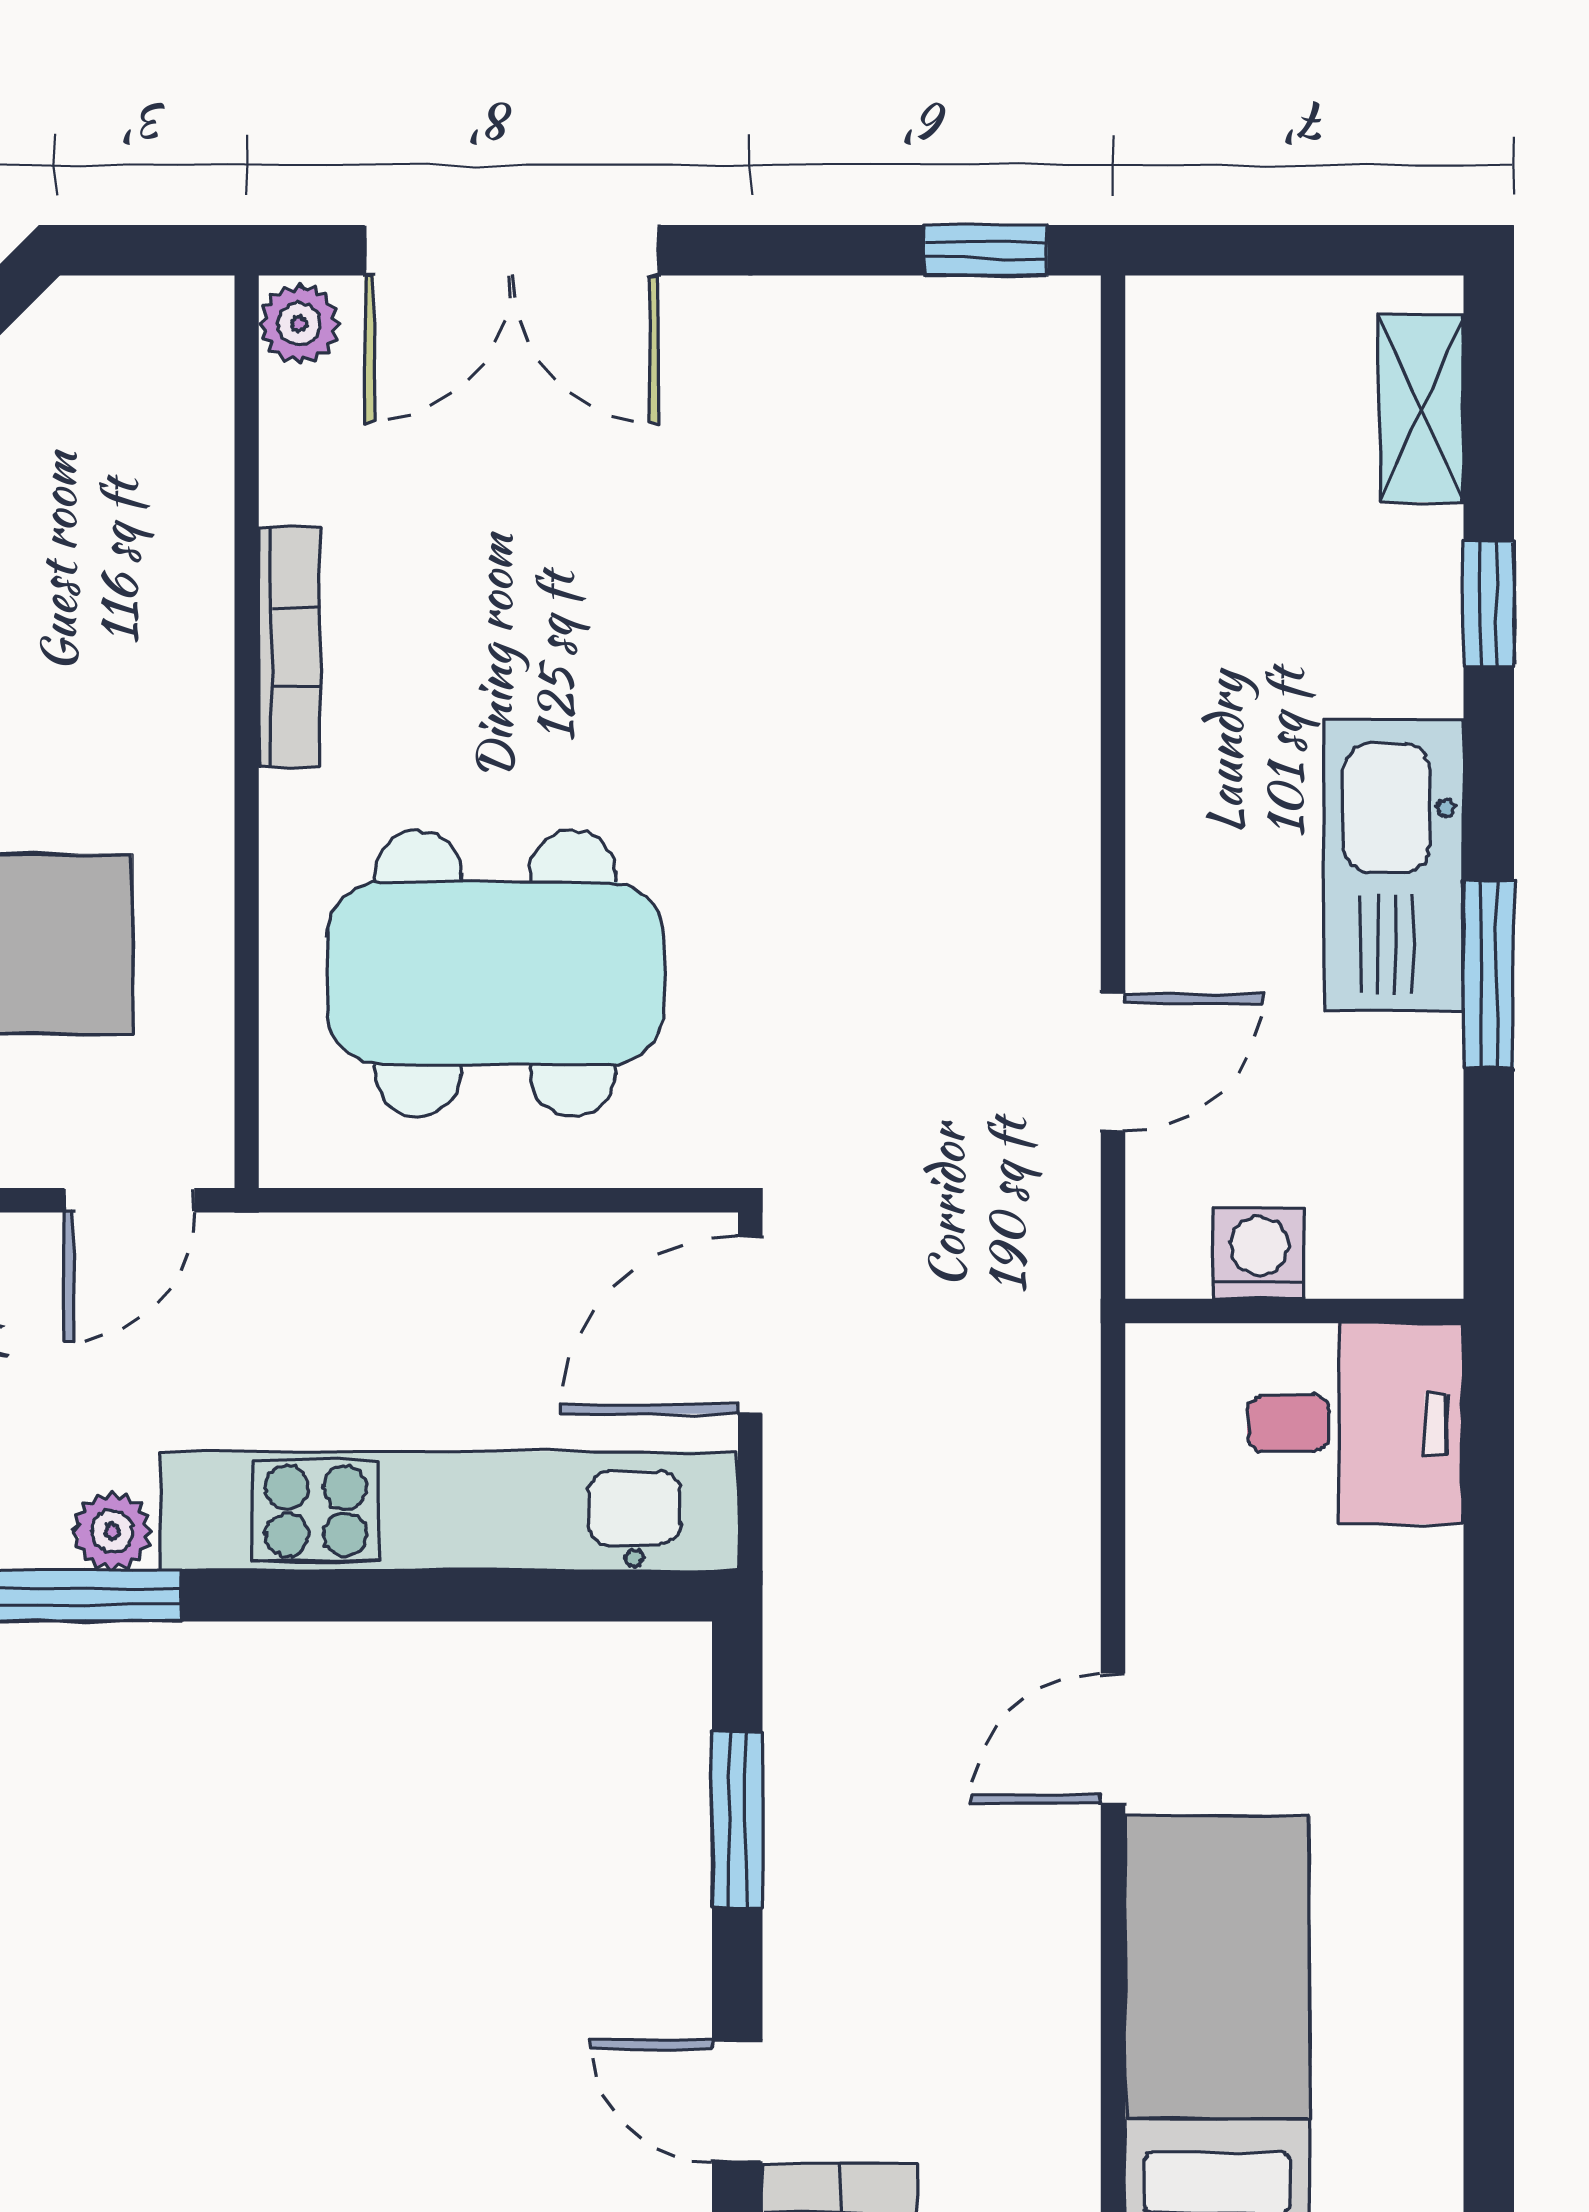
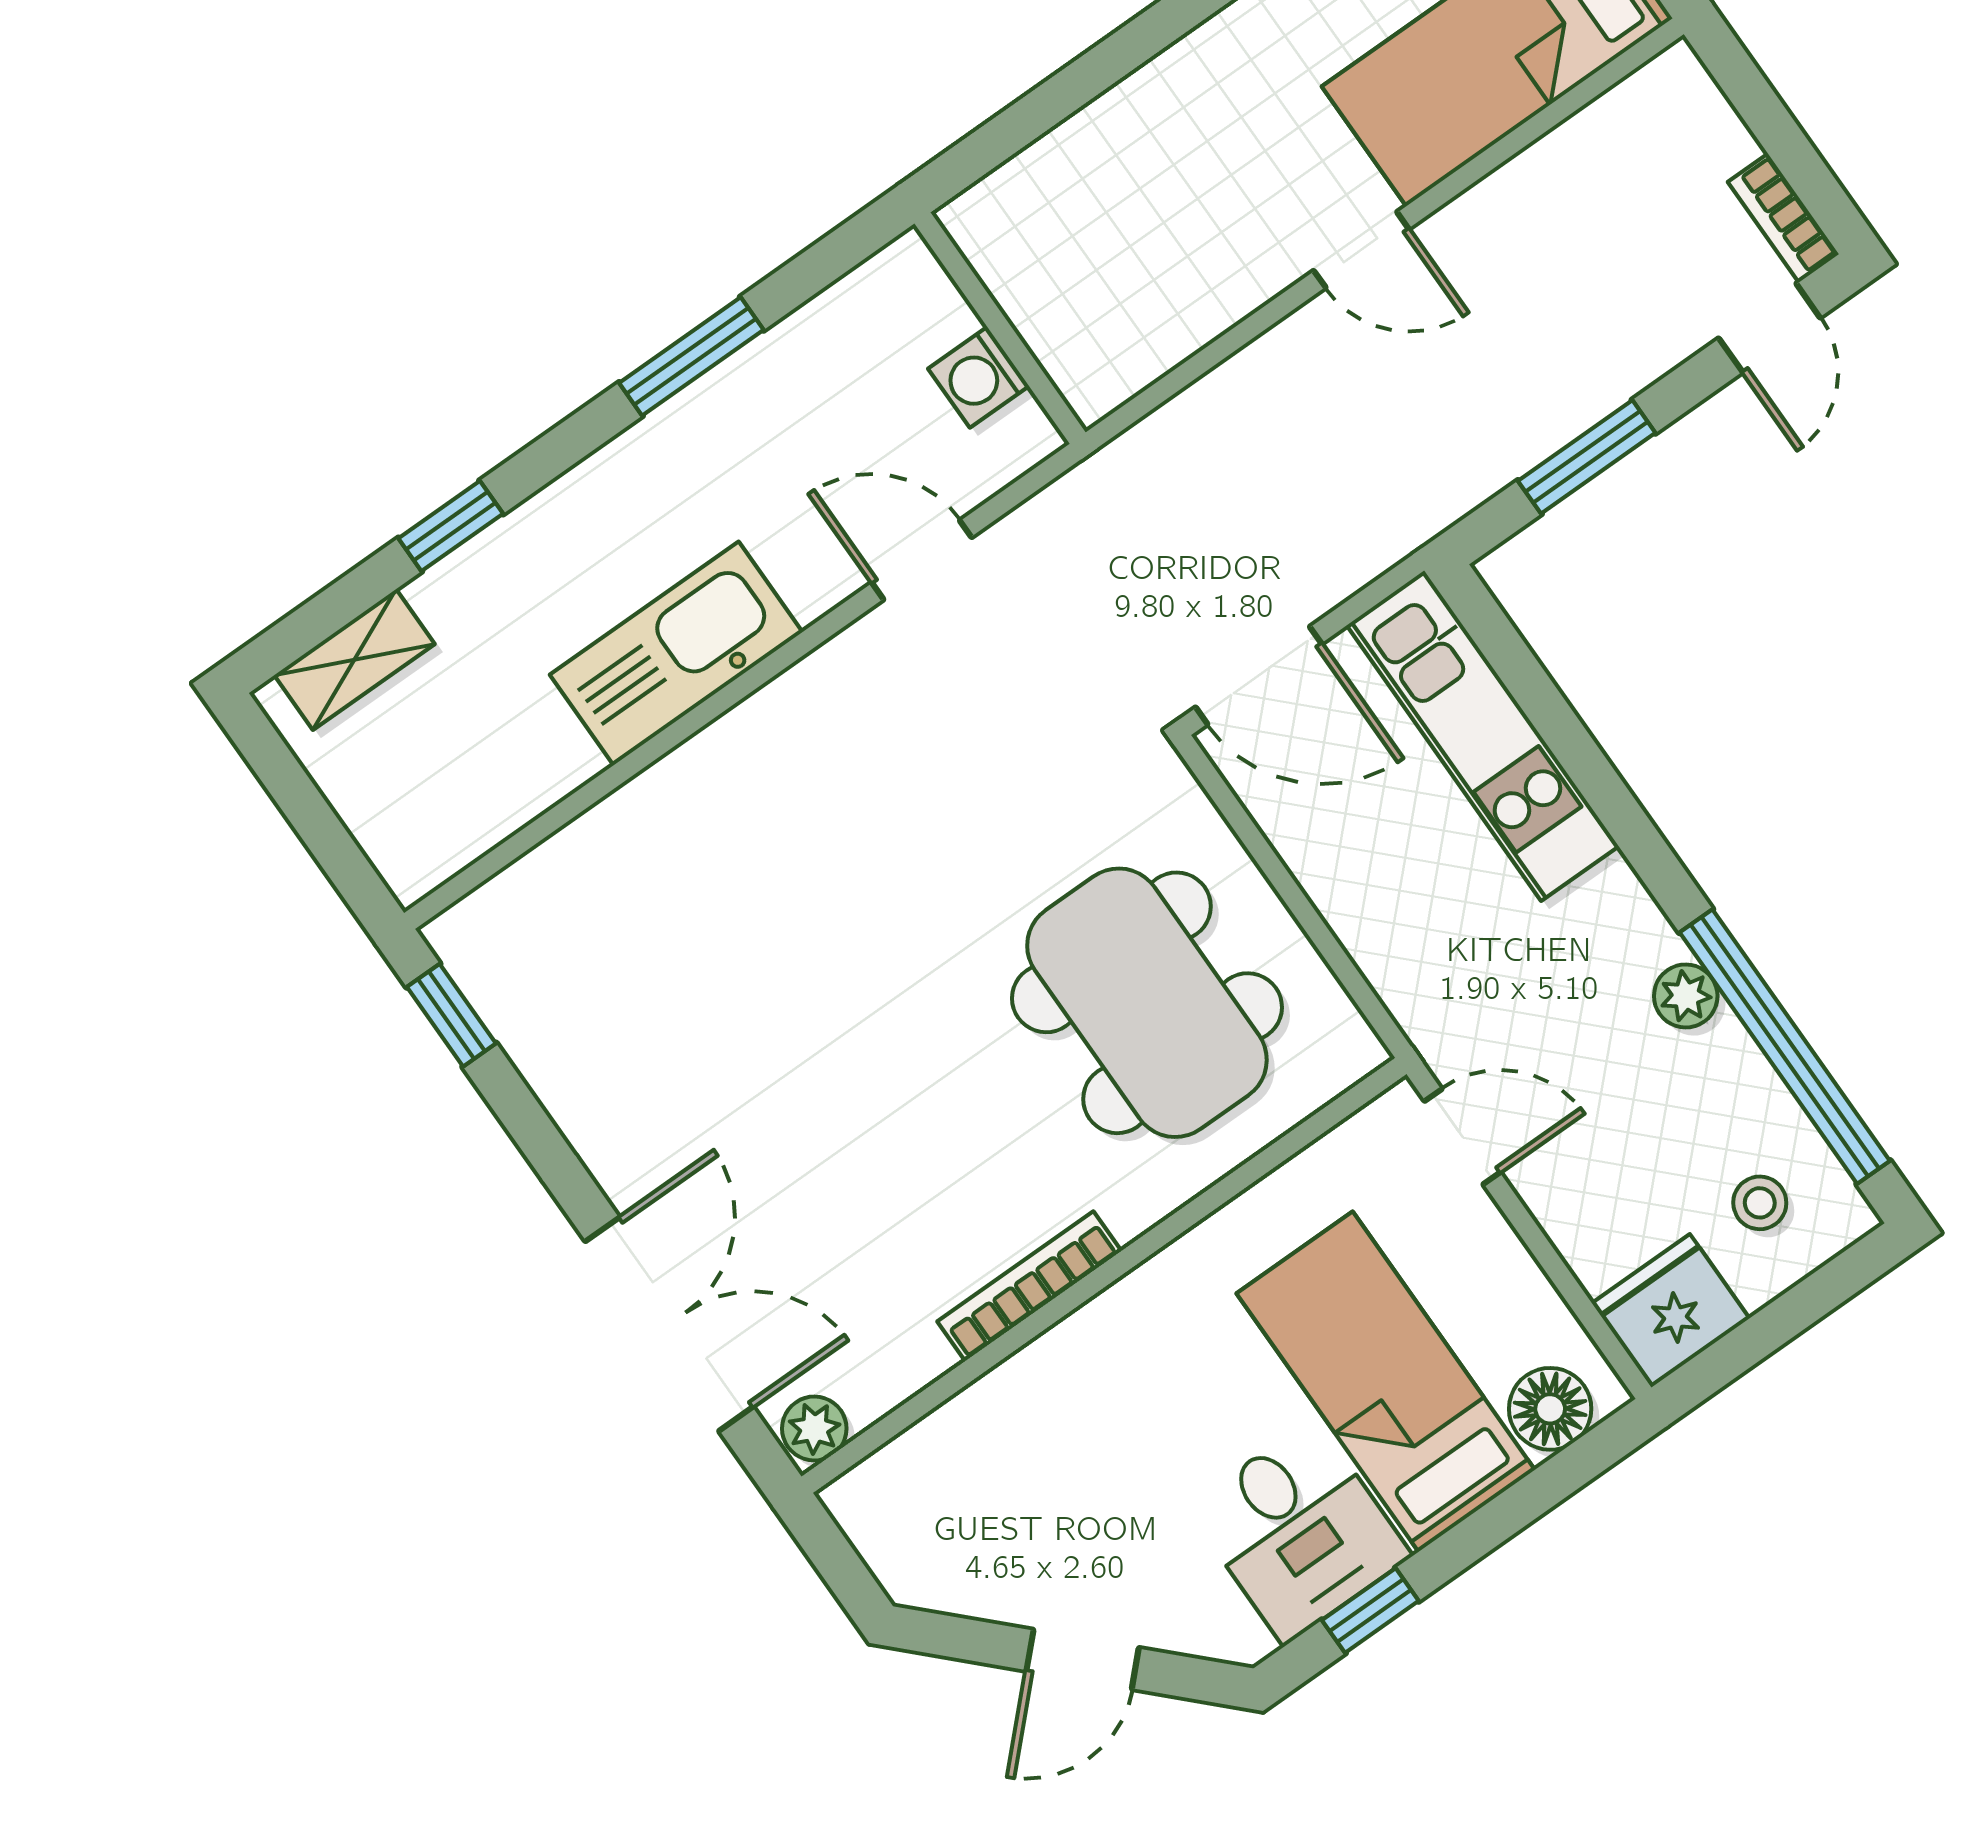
kitchen sink: (1394, 866) -> (676, 653), moved, turned 180
desk: (1355, 1424) -> (1045, 237), removed
kitchen unit: (449, 1511) -> (1483, 736), width x0.73

